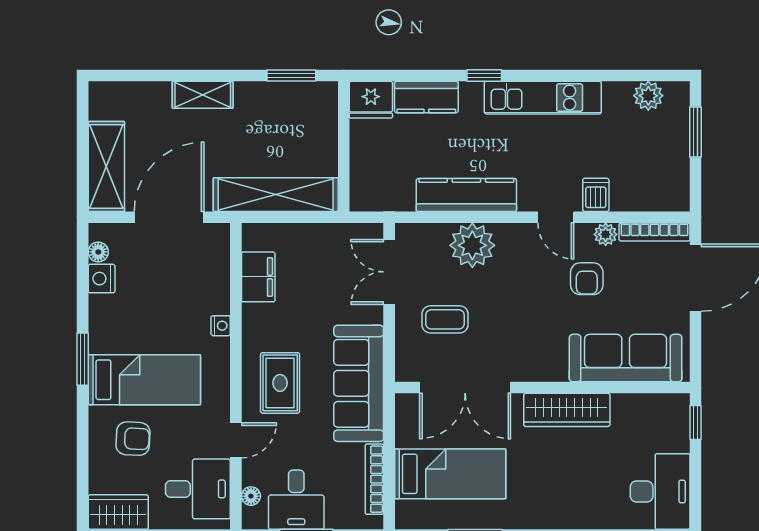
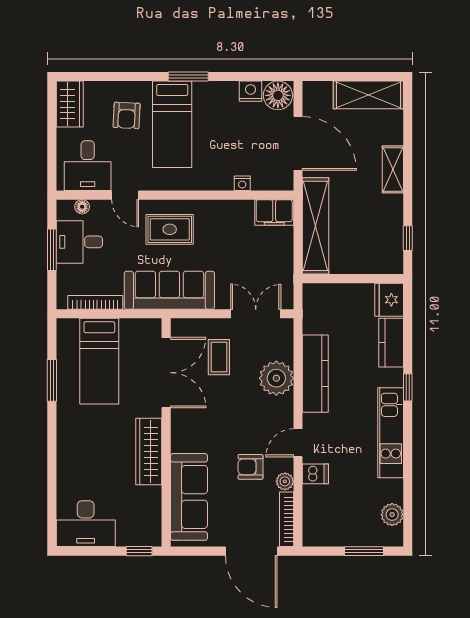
window: (291, 75) -> (408, 238), width x0.67
shelving: (106, 166) -> (368, 95), moved
floor lamp: (98, 252) -> (278, 95), width x1.89, depth x1.89
filing cabinet: (258, 277) -> (274, 212), moved
nightstand: (221, 326) -> (242, 183), moved
double door: (465, 388) -> (166, 373), swing flipped

